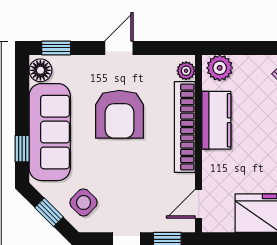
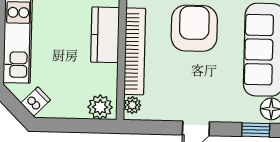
armchair: (120, 114) -> (194, 28), moved
kitchen counter: (216, 120) -> (105, 35), moved

